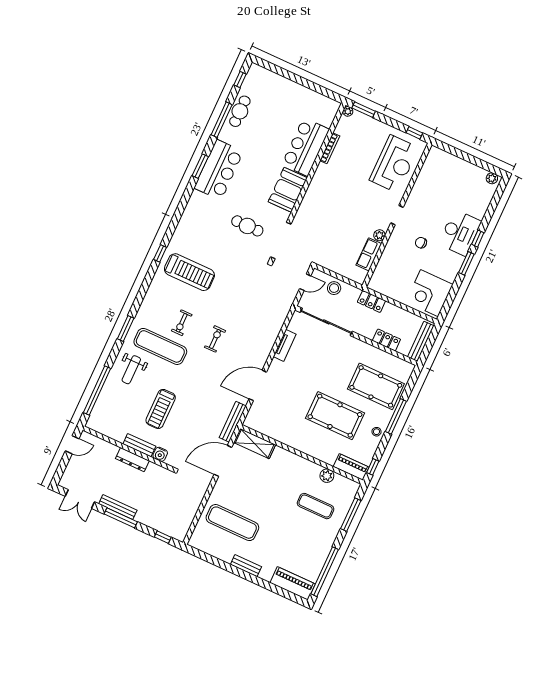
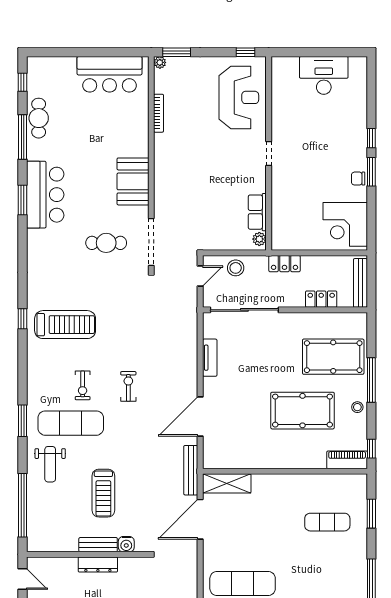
bar counter: (306, 147) -> (109, 74), moved, turned -90
plant: (492, 178) -> (356, 63), removed
desk: (460, 233) -> (324, 75), moved, turned -90
plant: (379, 235) -> (259, 239), moved
chair: (421, 243) -> (358, 179), moved
door: (72, 445) -> (22, 579), hinge flipped
plant: (327, 476) -> (324, 482), removed
window: (351, 515) -> (371, 514), width x0.69

